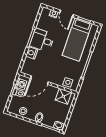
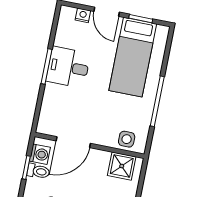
nightstand: (32, 53) -> (52, 94), removed

